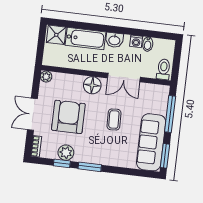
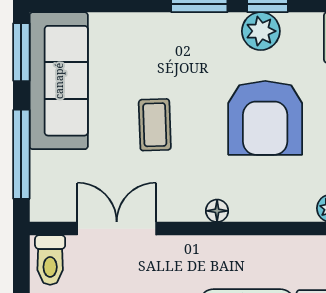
double door: (124, 78) -> (117, 229), moved
floor lamp: (92, 85) -> (217, 211), width x0.53, depth x0.53

